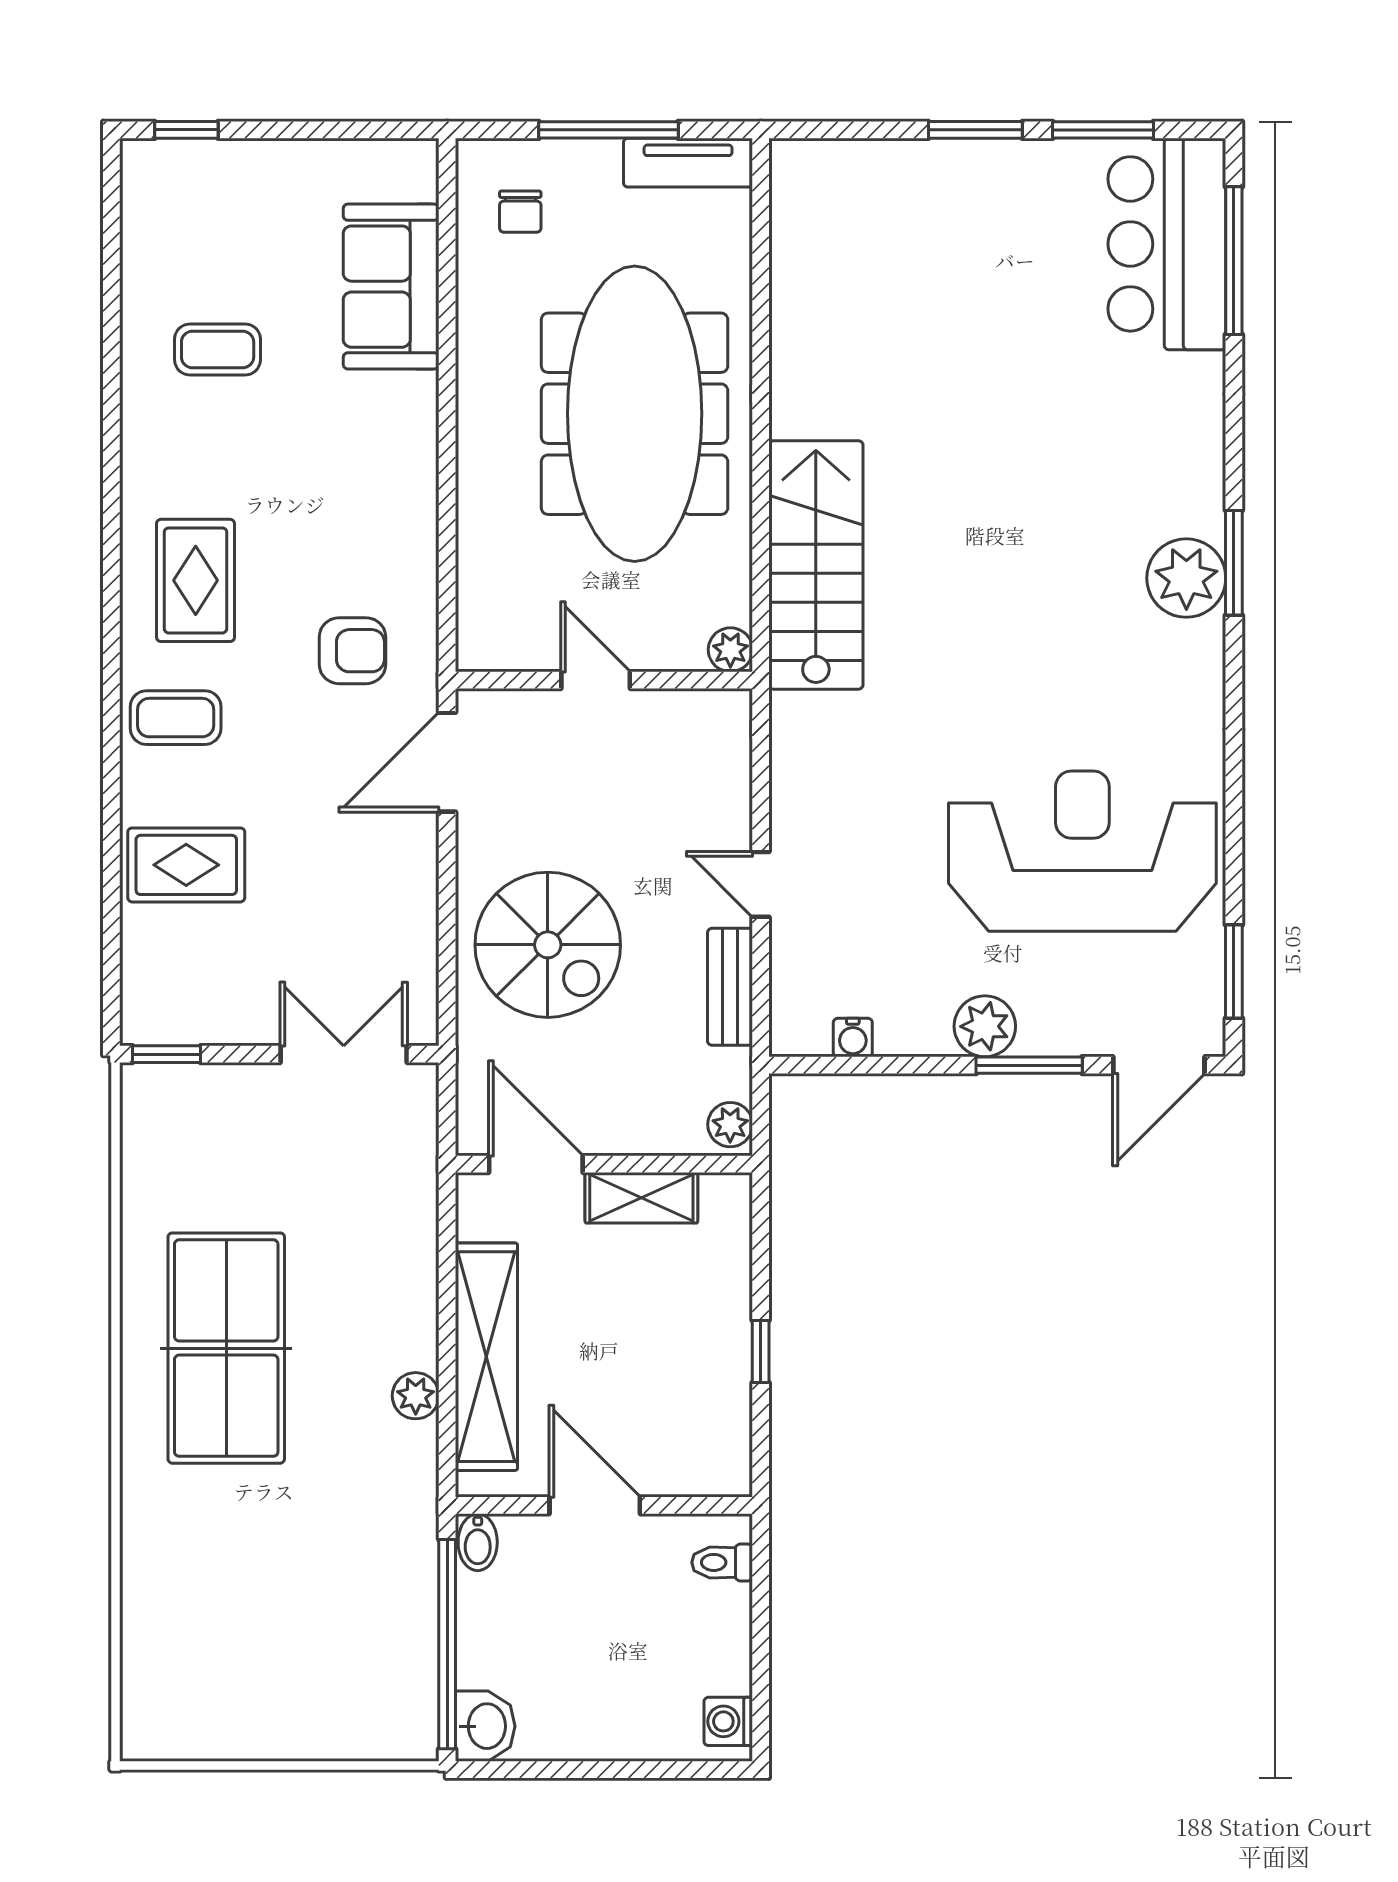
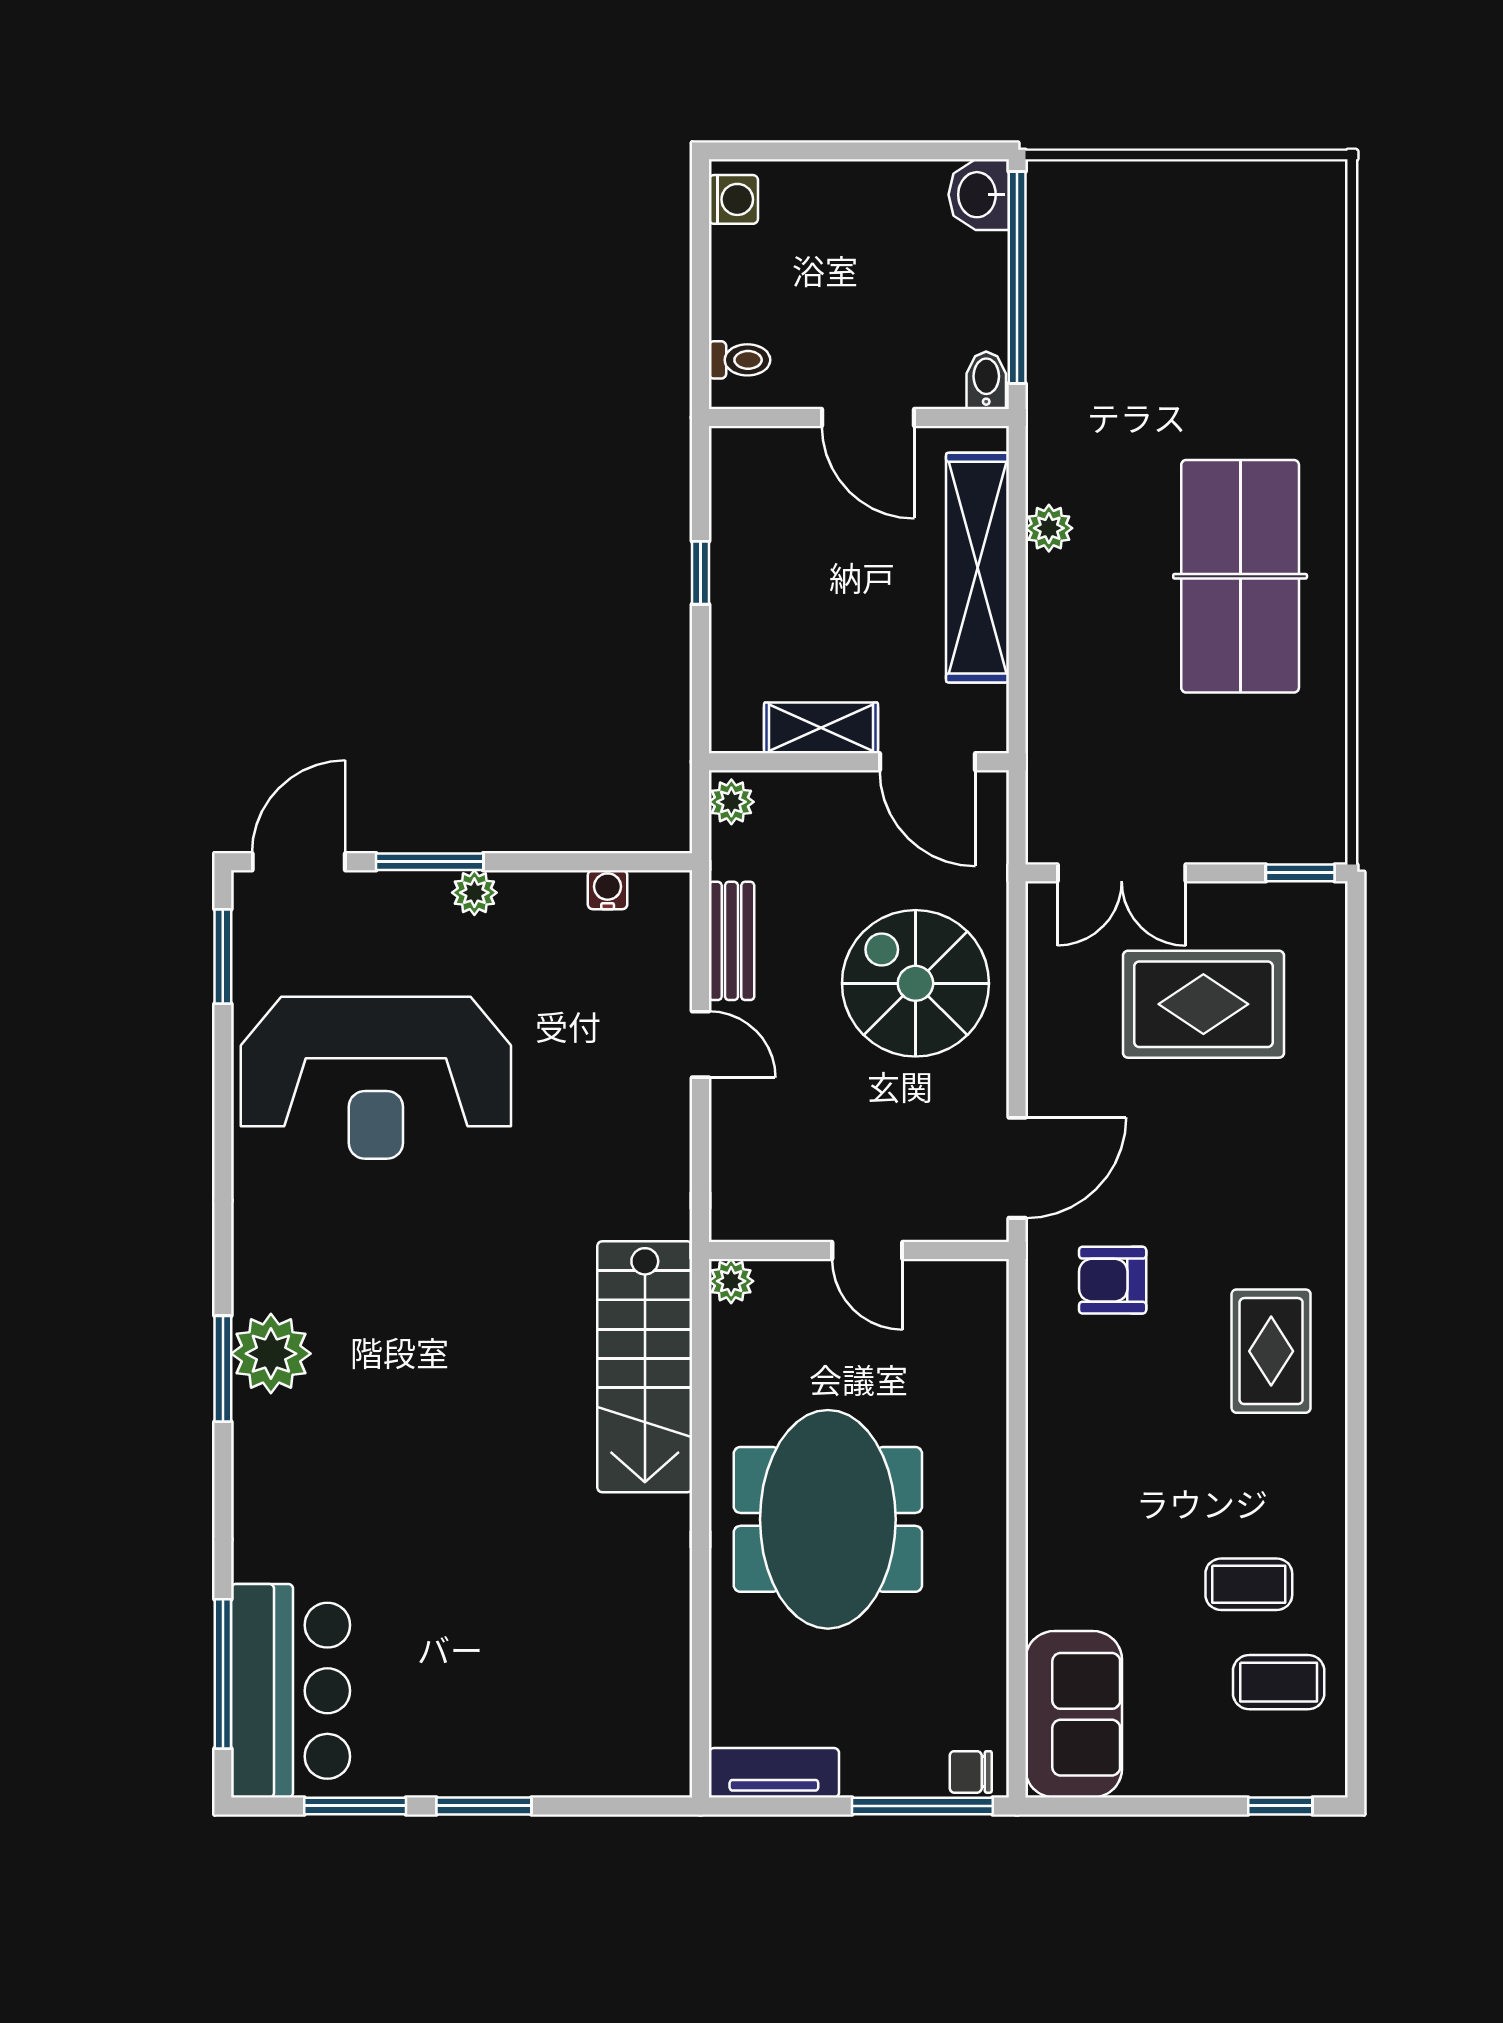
window: (609, 130) -> (922, 1806), moved
chair: (520, 212) -> (971, 1772), moved, turned -90
sofa: (391, 287) -> (1074, 1714), moved
meeting table: (635, 414) -> (828, 1519), width x0.73
coffee table: (176, 718) -> (1279, 1682), moved
rug: (186, 865) -> (1203, 1004), moved, width x1.36, depth x1.43
plant: (985, 1026) -> (474, 893), width x0.73, depth x0.73

